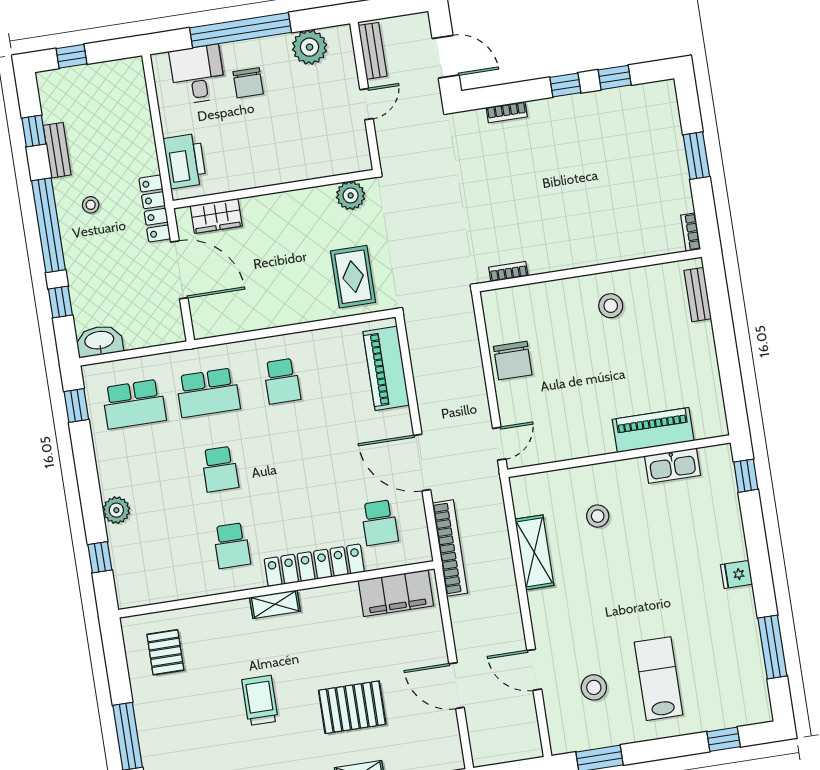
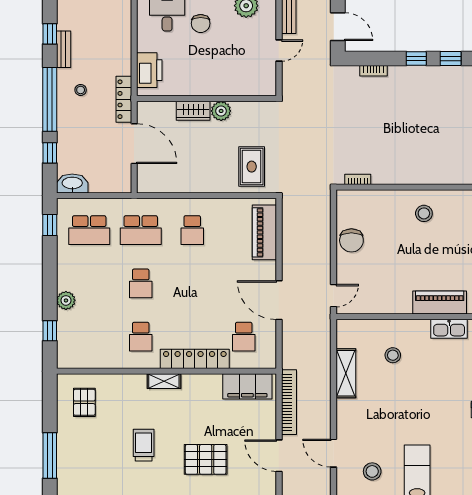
plant: (351, 195) -> (221, 111), moved
wardrobe: (216, 216) -> (193, 111), moved
bookcase: (450, 548) -> (289, 402), moved

